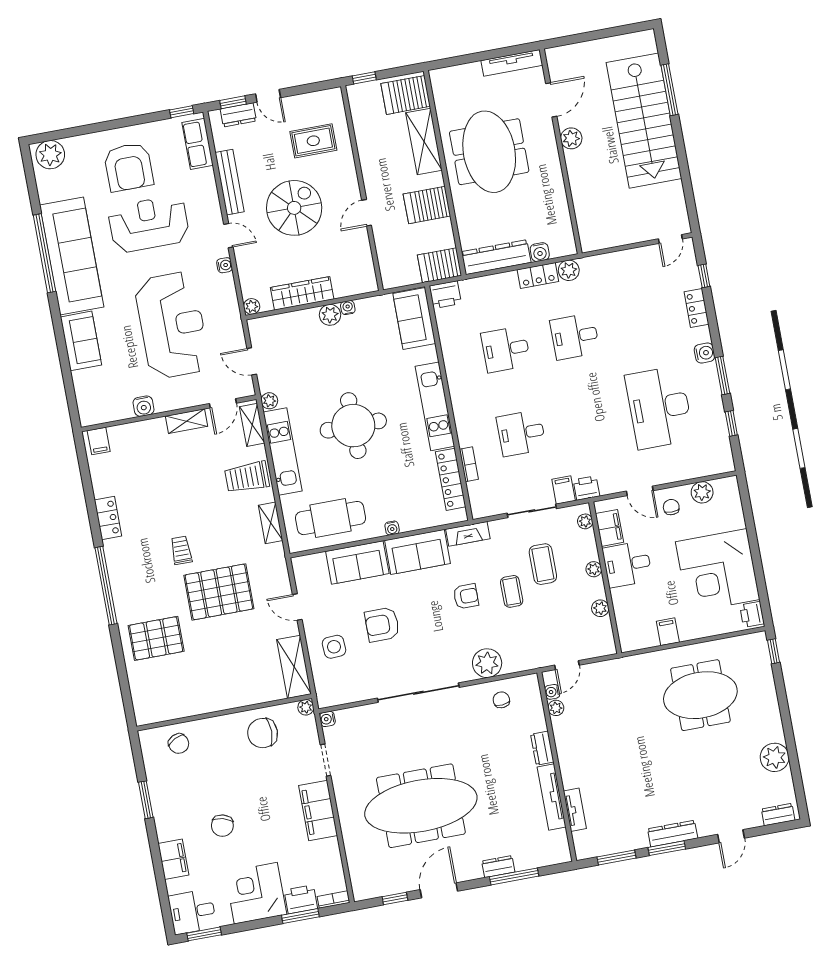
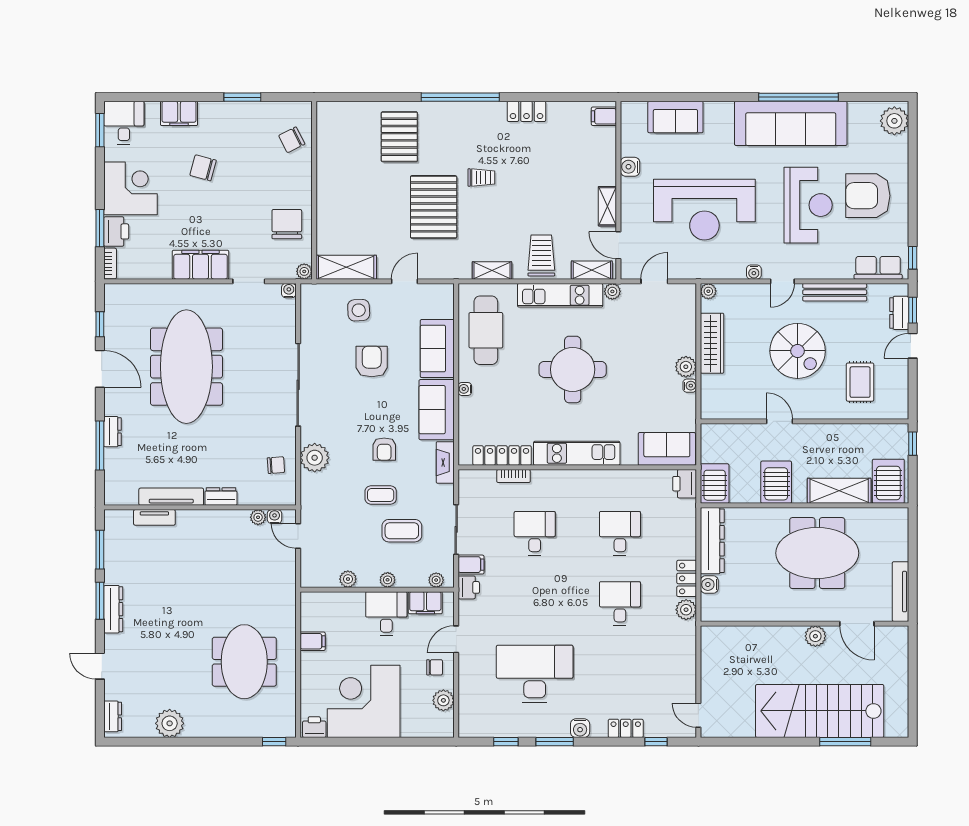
sofa: (81, 341) -> (675, 117), moved

